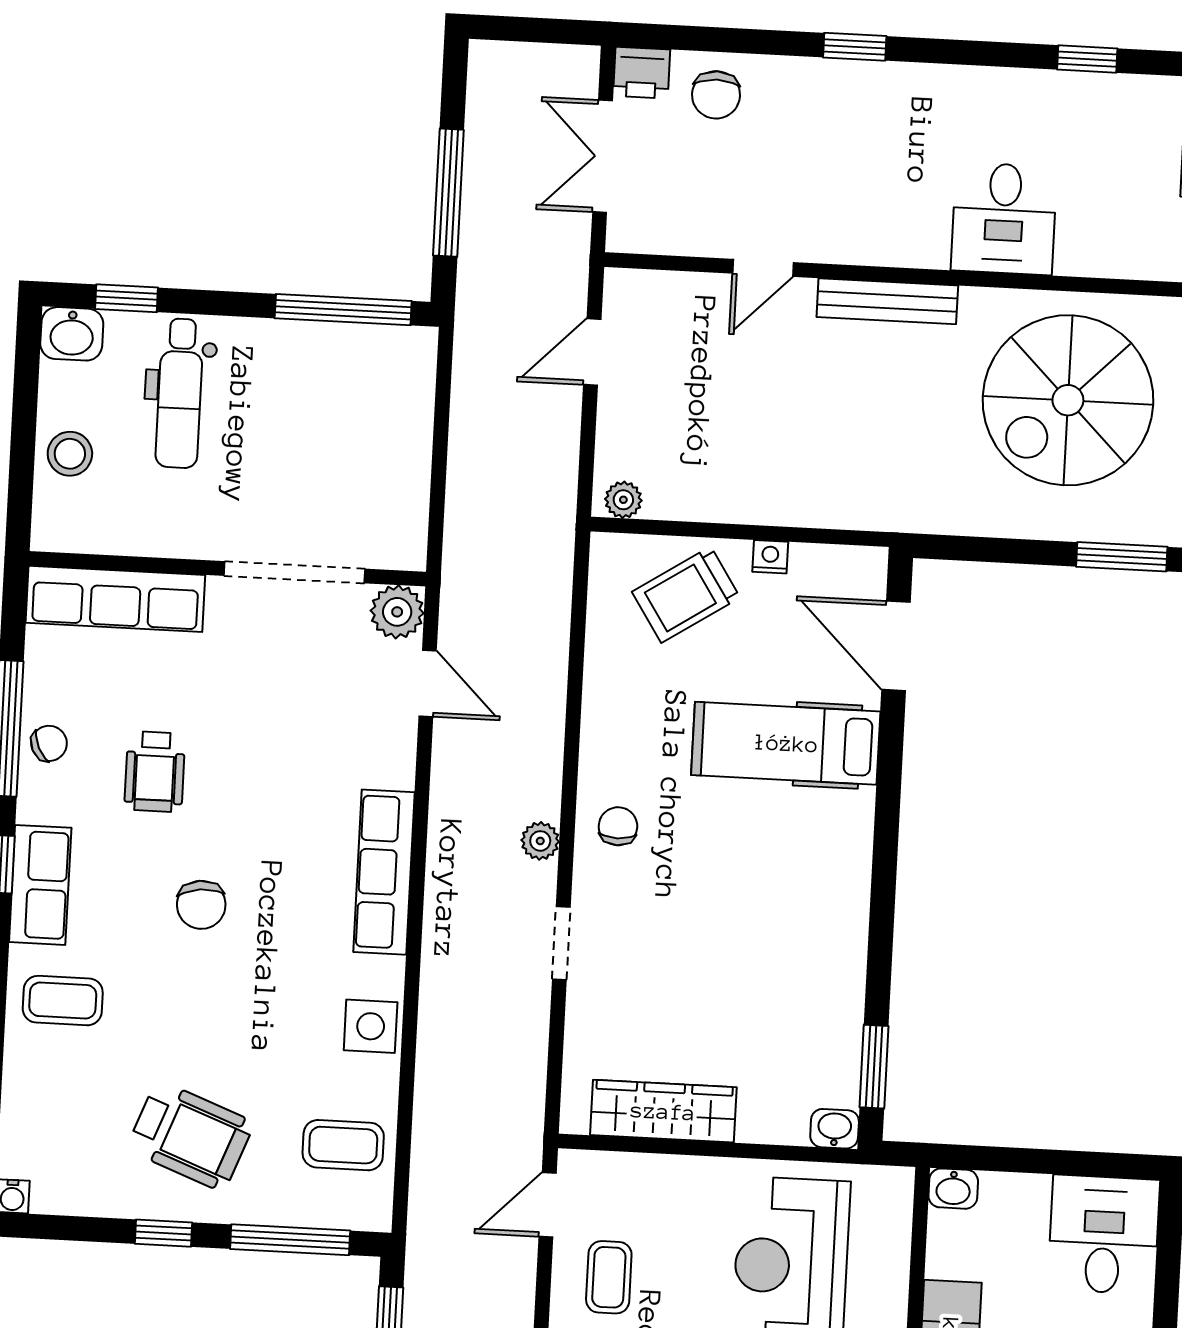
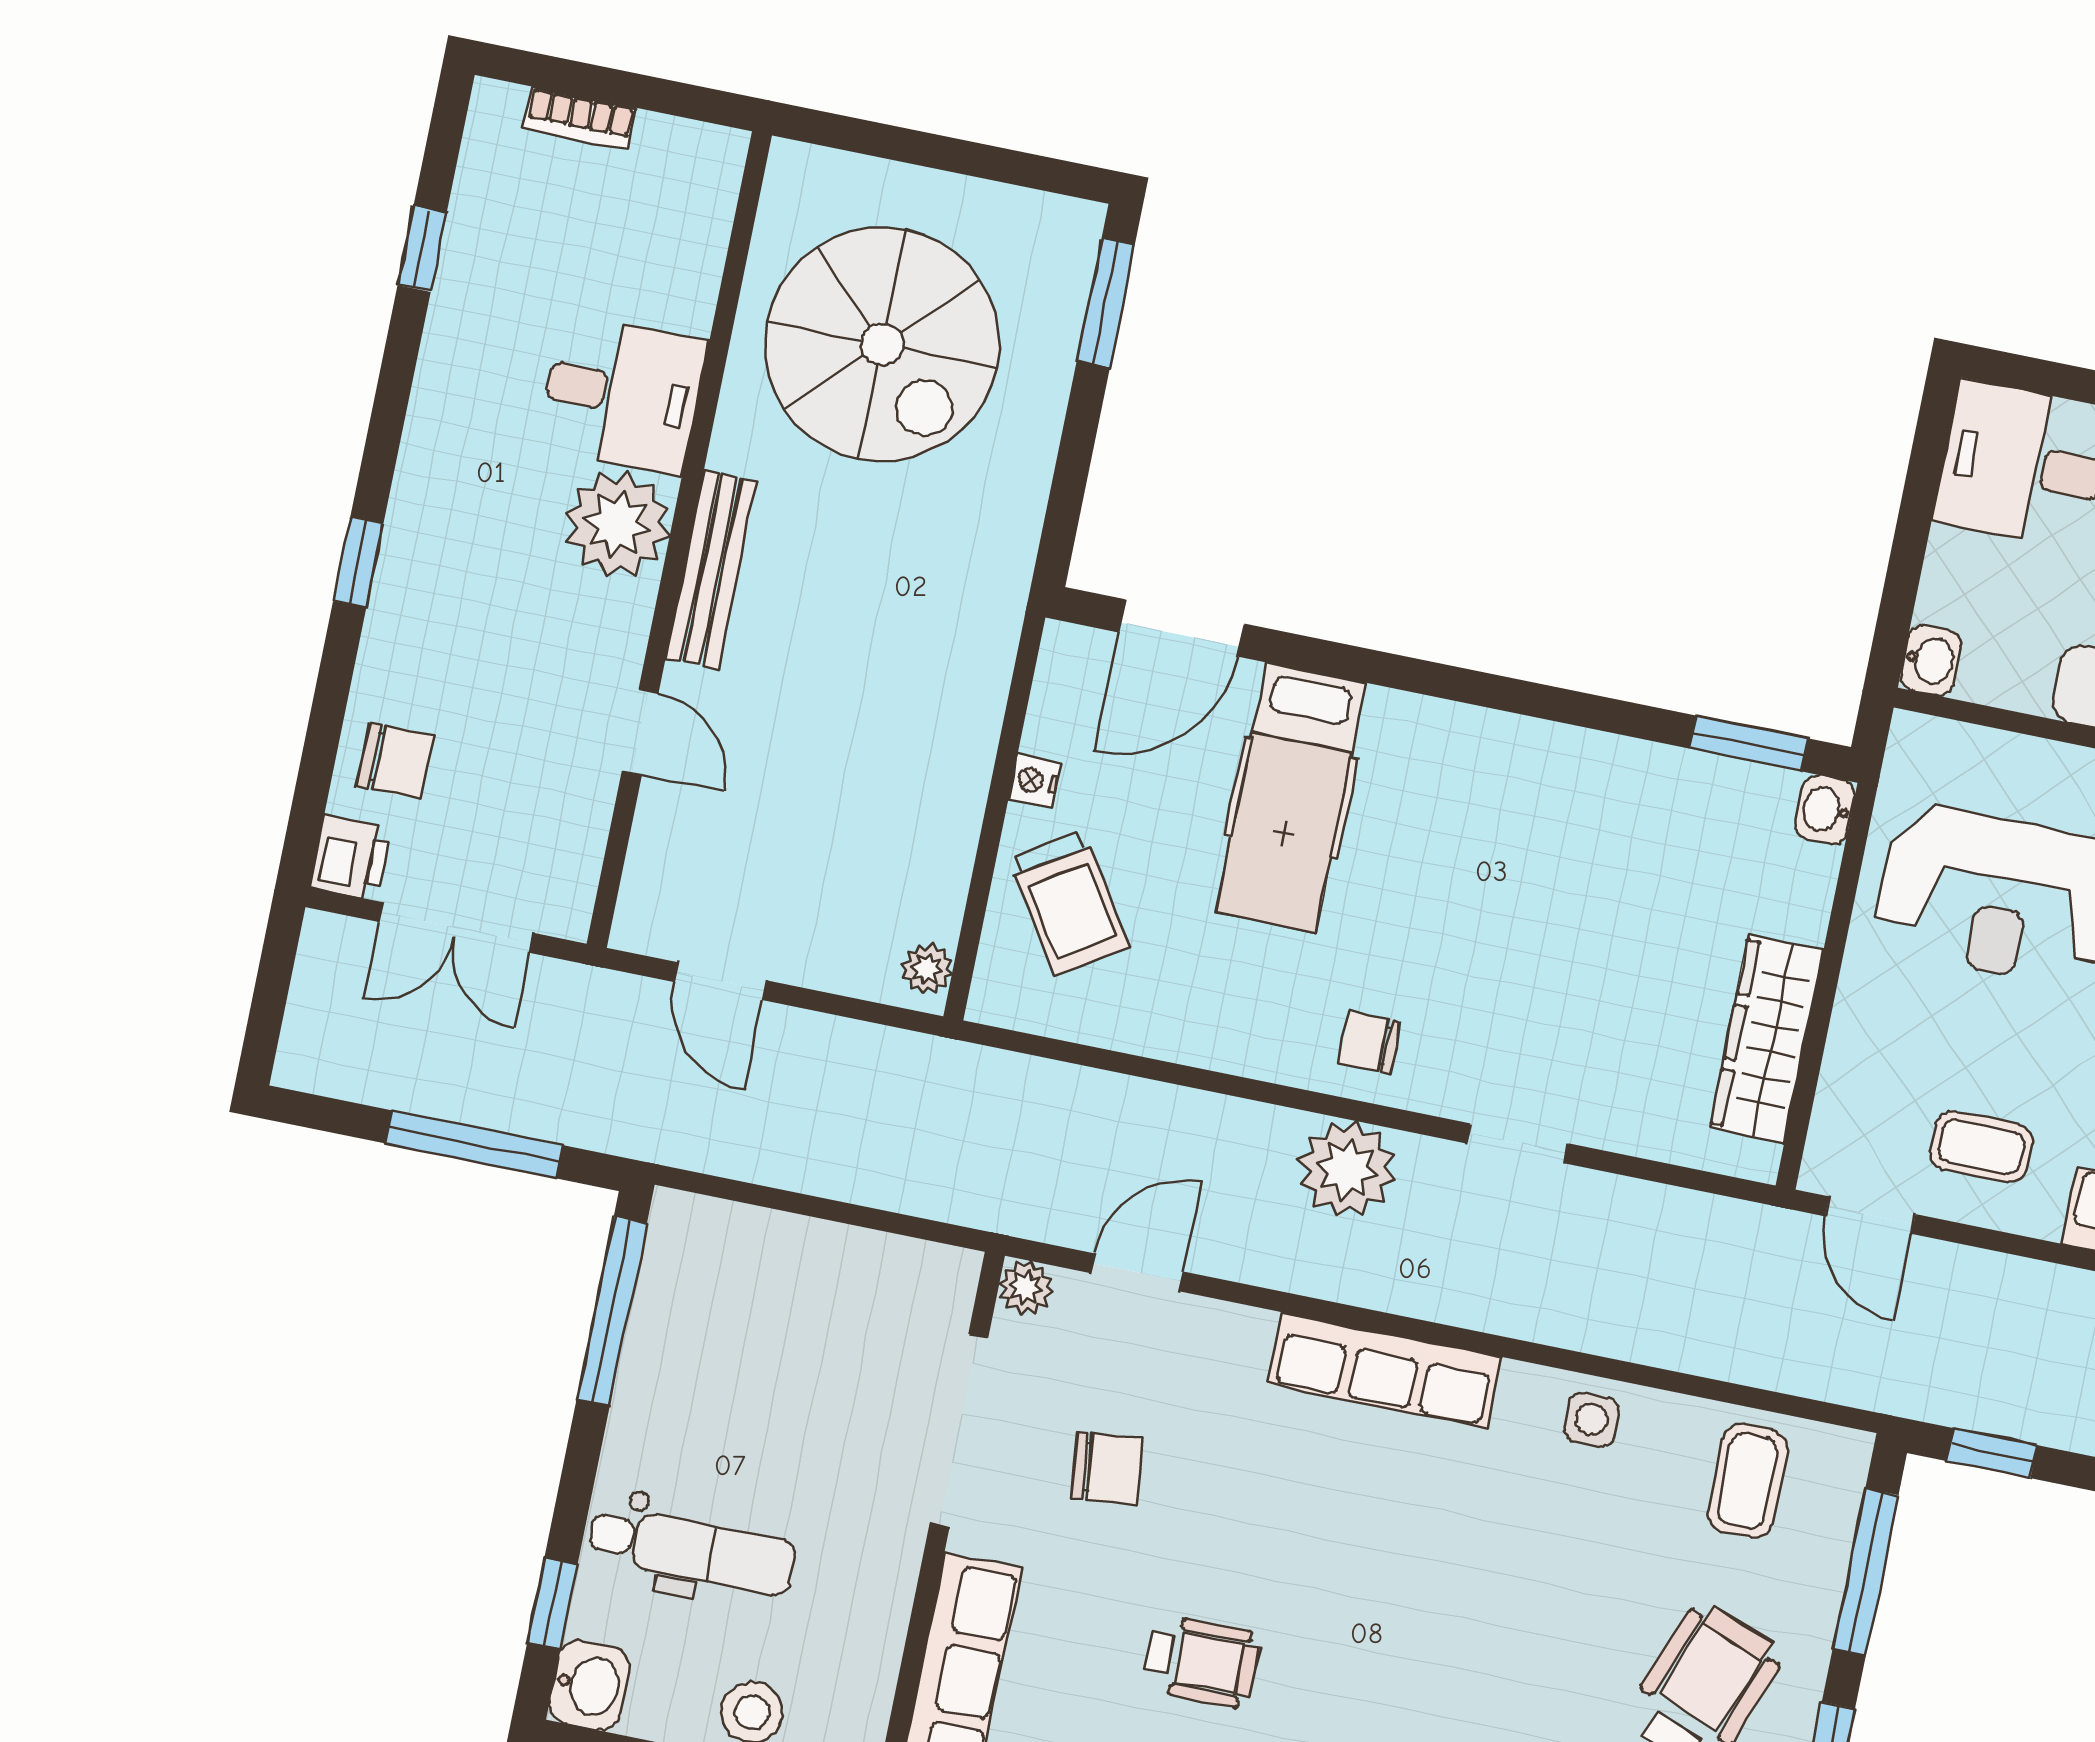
plant: (910, 229) -> (617, 524), added
plant: (397, 612) -> (1026, 1287), width x0.73, depth x0.73
plant: (540, 841) -> (1347, 1169), width x1.87, depth x1.87
chair: (201, 905) -> (1107, 1468), moved
side table: (371, 1026) -> (1592, 1420), width x0.73, depth x0.73

